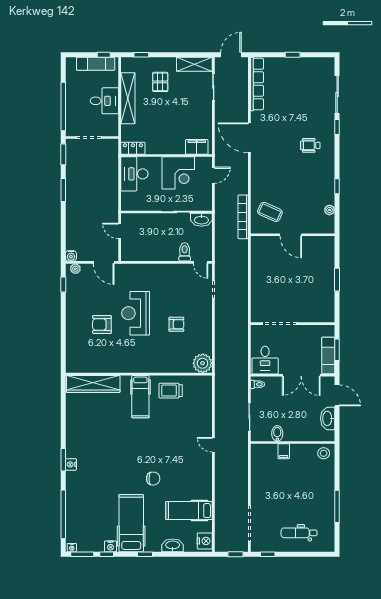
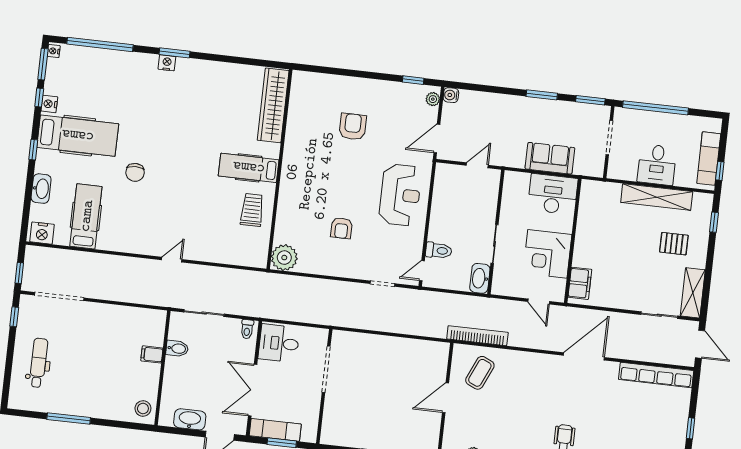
locker: (133, 148) -> (588, 196), removed
sofa: (109, 179) -> (550, 158), added
reception desk: (136, 313) -> (400, 195), moved, turned 90

